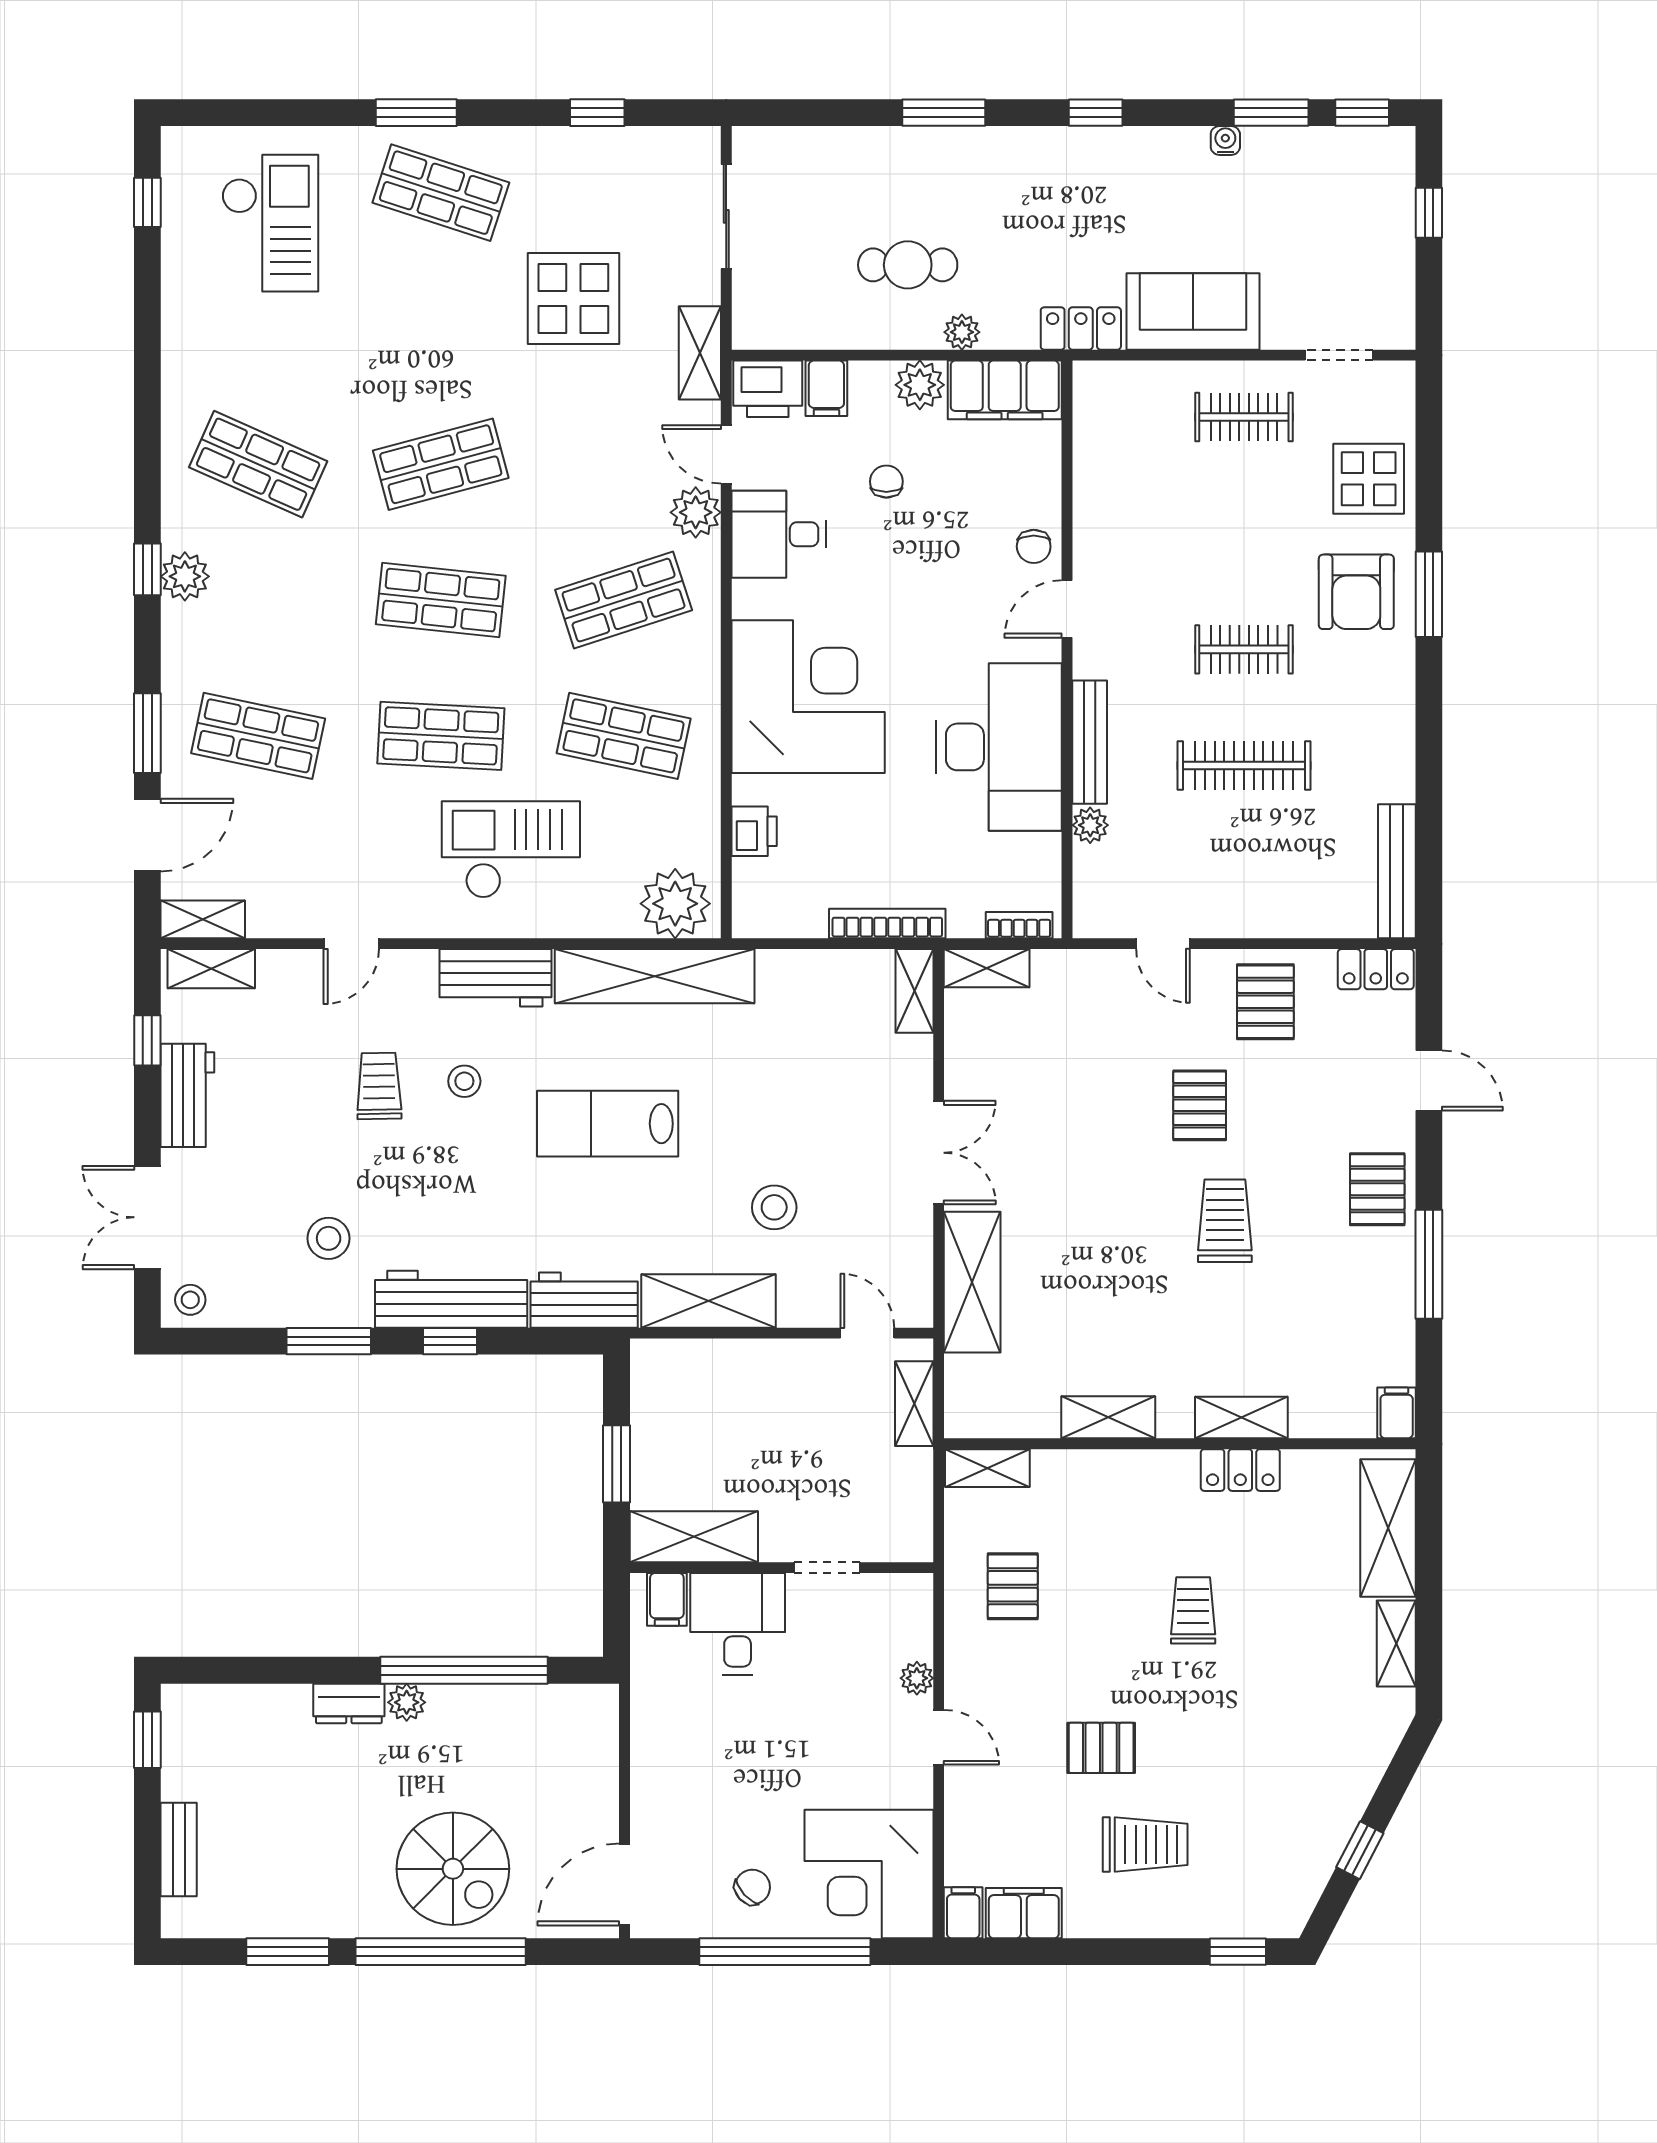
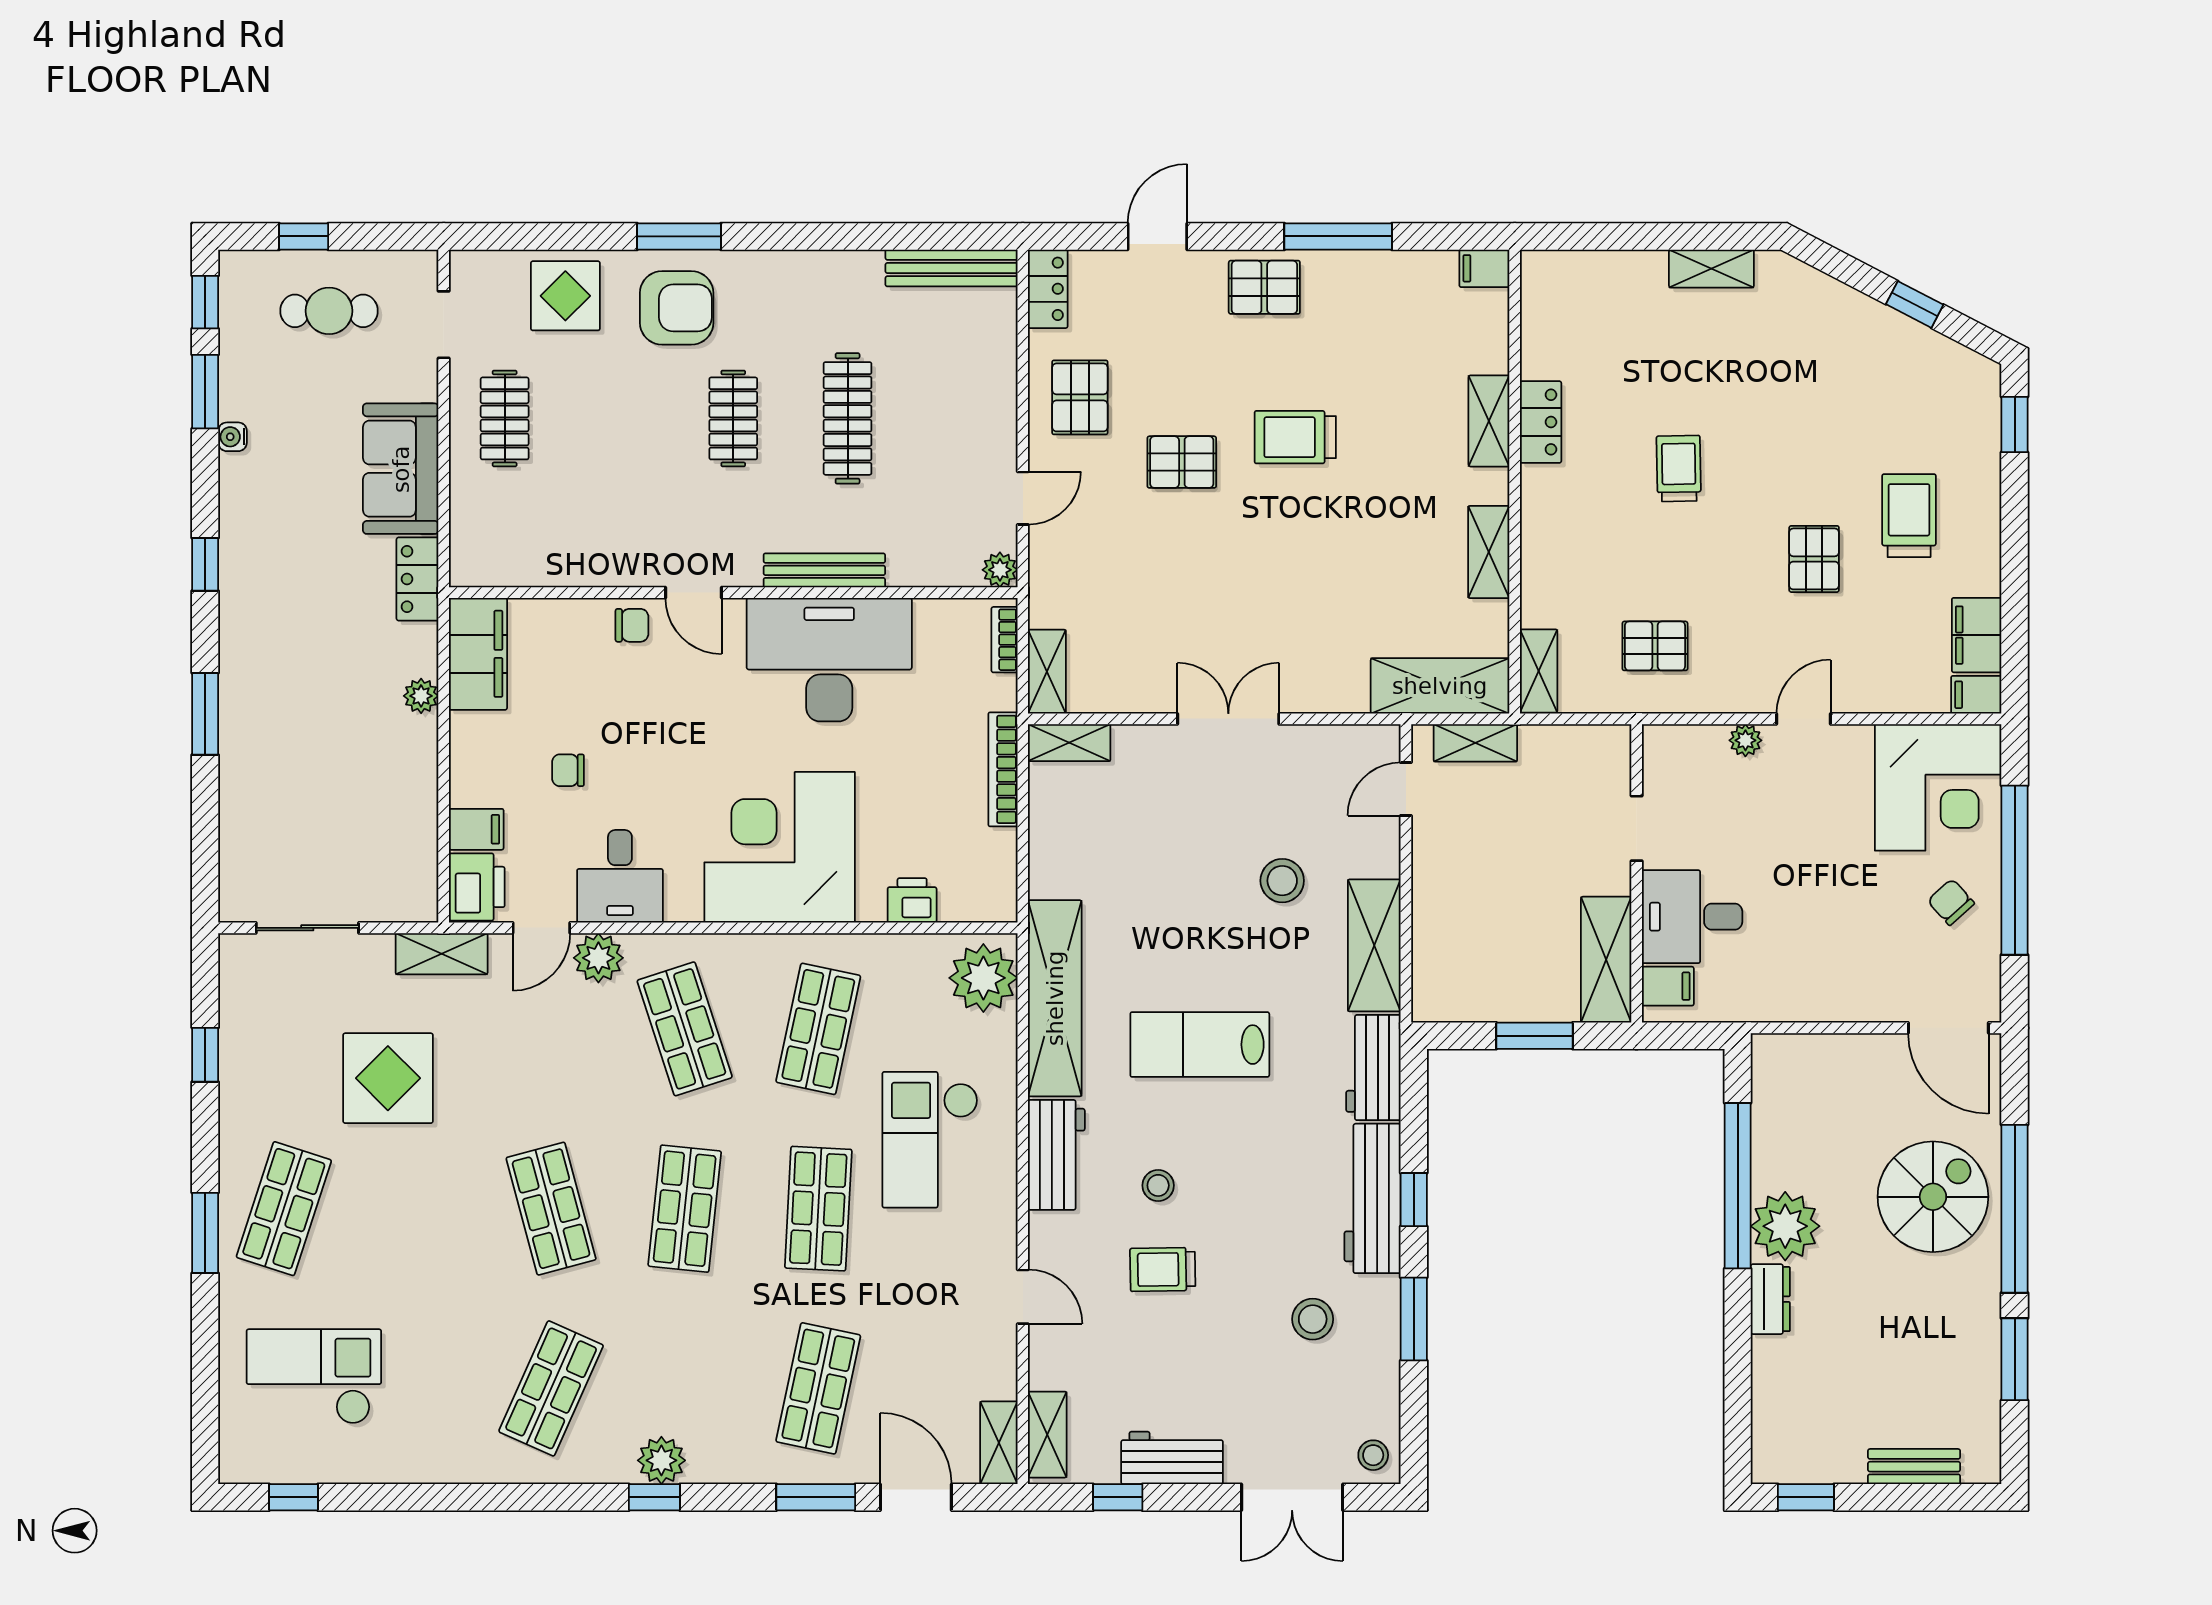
cafe table: (908, 265) -> (329, 311), moved, turned 90
plant: (920, 385) -> (473, 737), removed
plant: (1090, 825) -> (1000, 570), moved
pallet: (1265, 1002) -> (1080, 397), turned 90
lab bench: (608, 1124) -> (1200, 1045), turned 90
shelving: (972, 1282) -> (1440, 686), moved
shelving: (1388, 1528) -> (1598, 277), removed
trolley: (1193, 1610) -> (1679, 469), turned 89
plant: (407, 1702) -> (1785, 1226), width x1.88, depth x1.88

